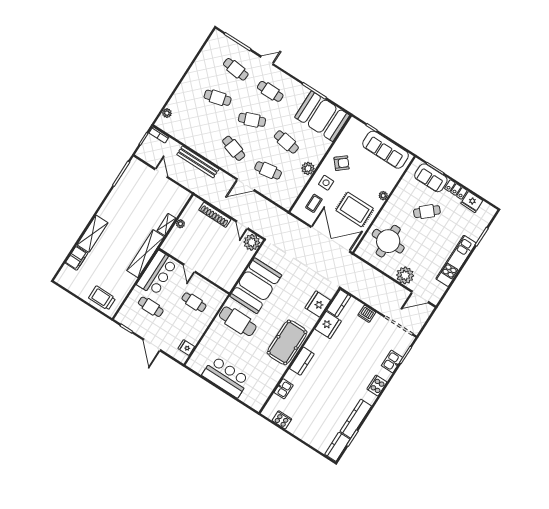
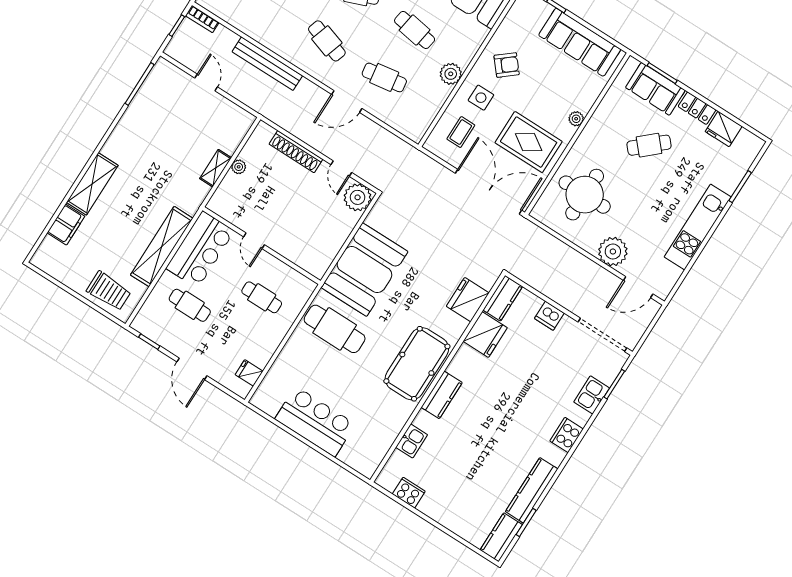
shelving: (145, 254) -> (162, 247), moved
trolley: (102, 298) -> (109, 291), turned 180

